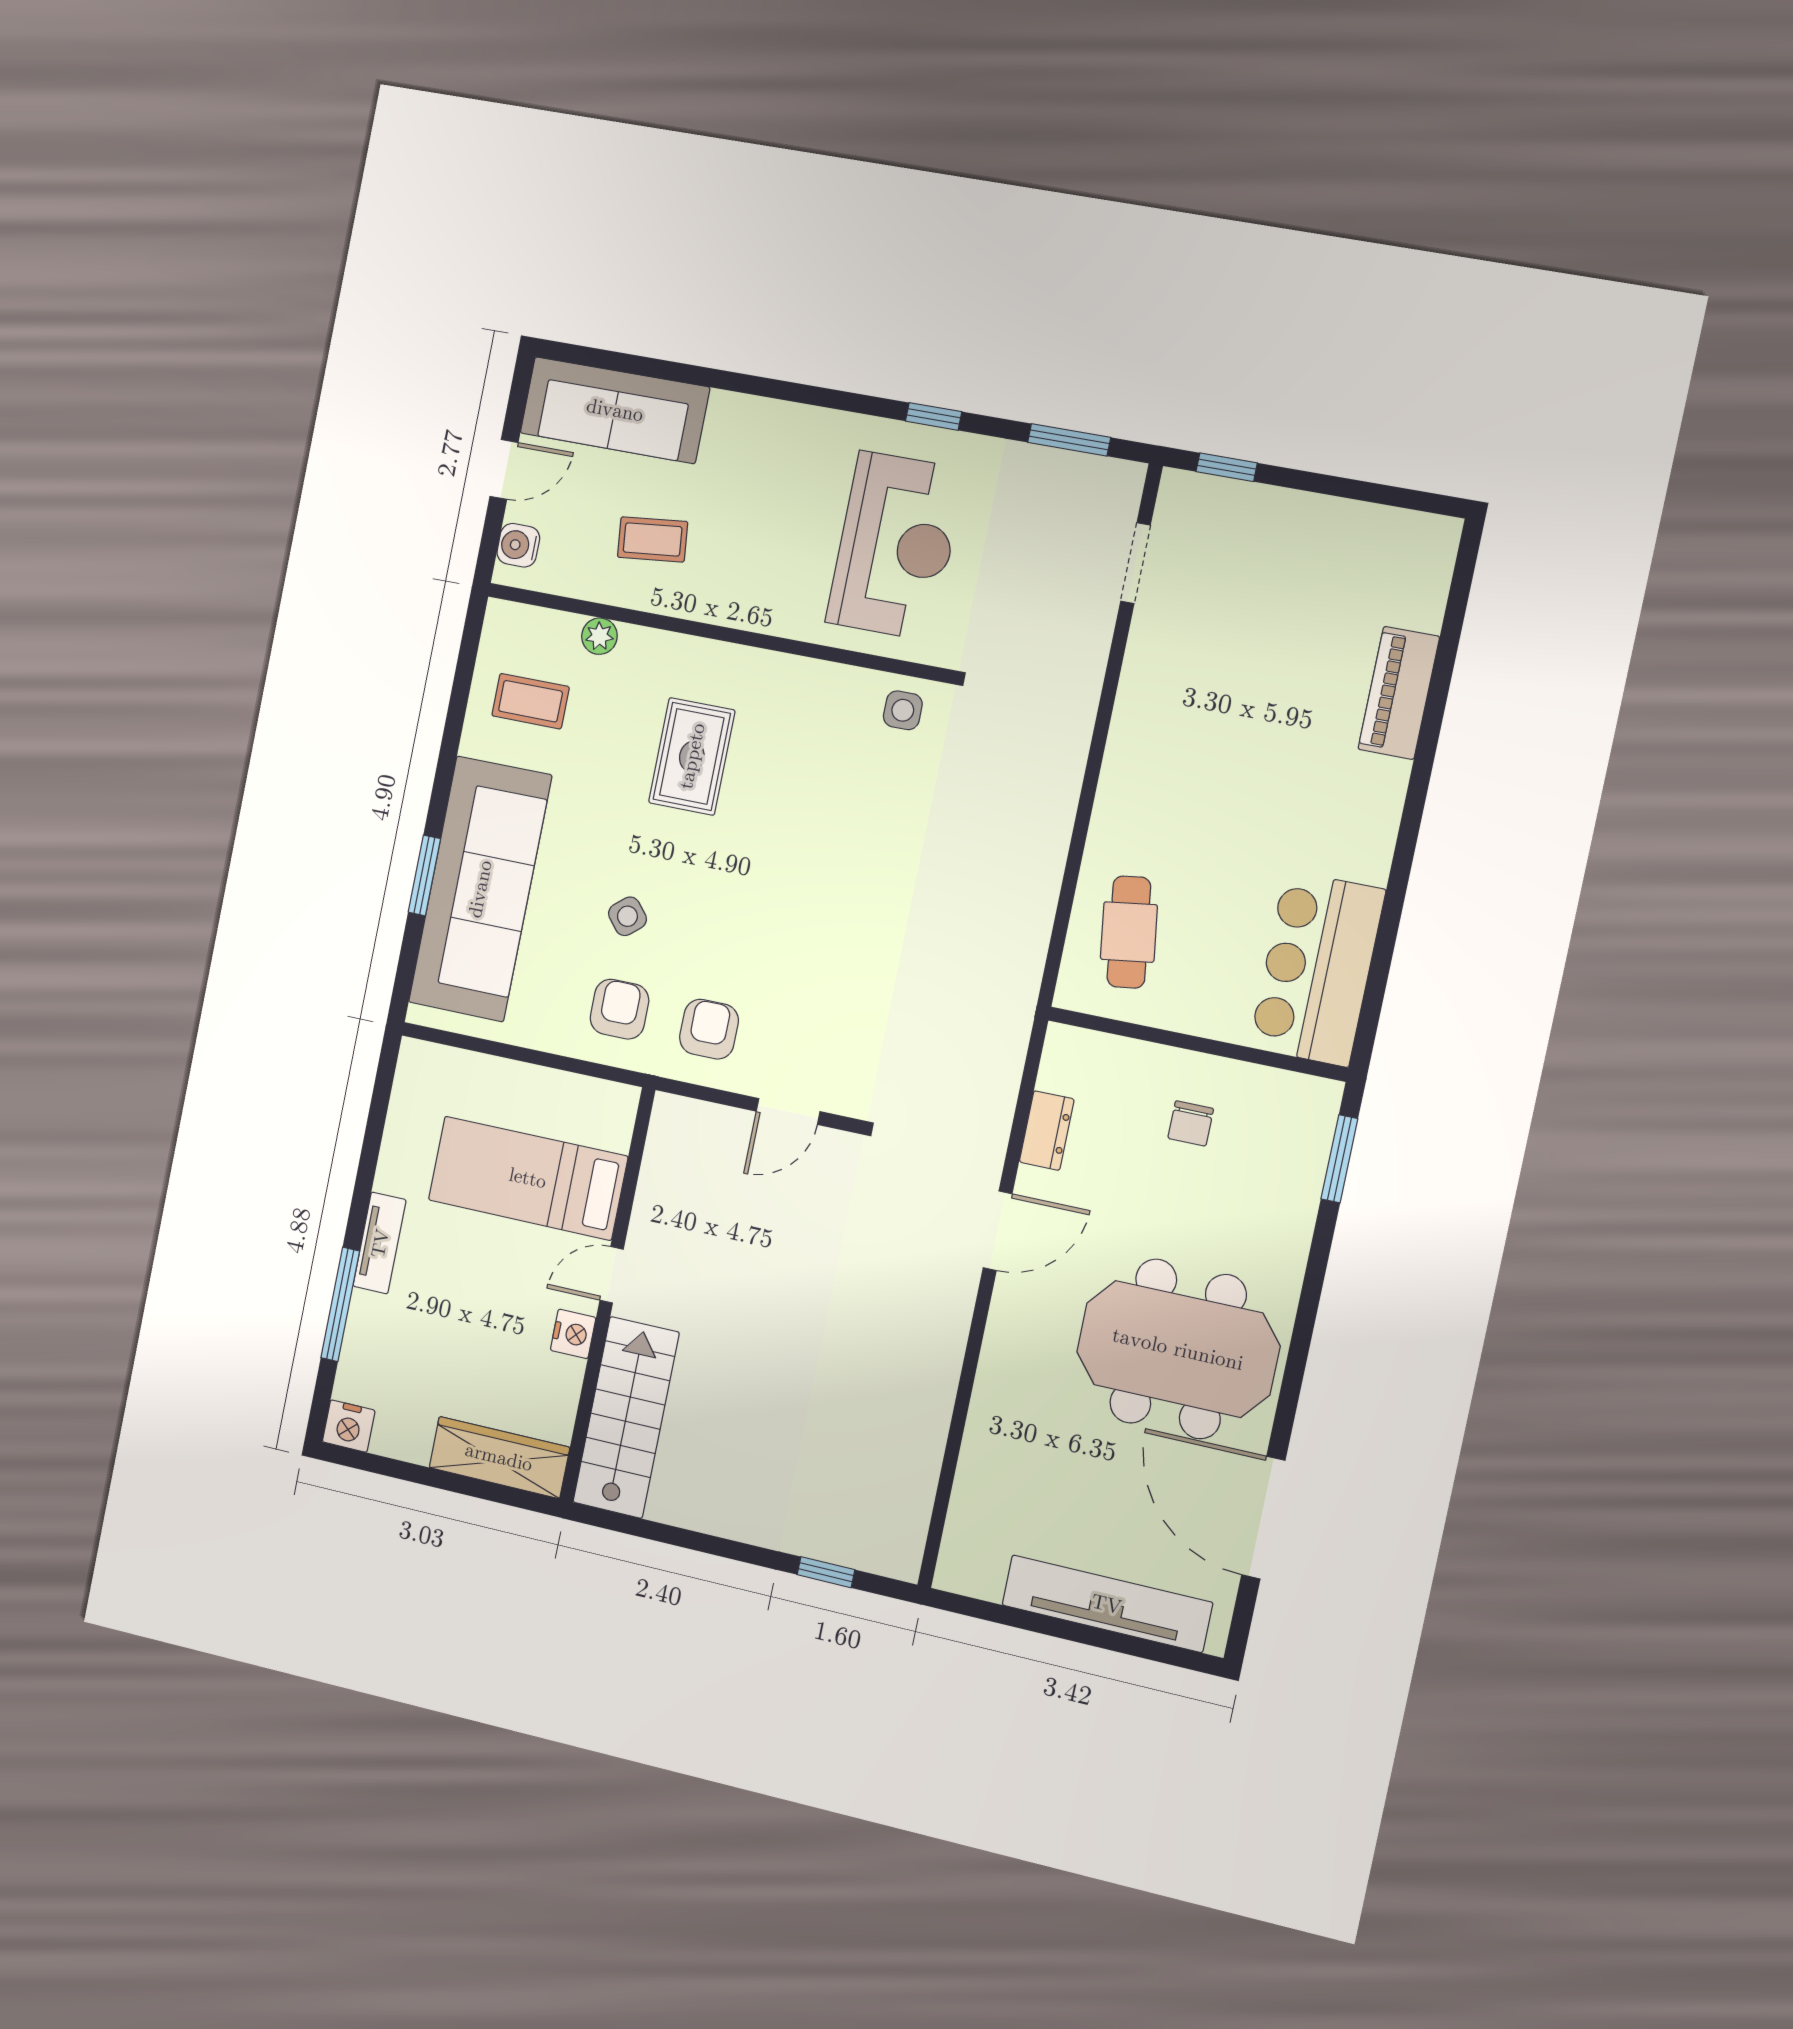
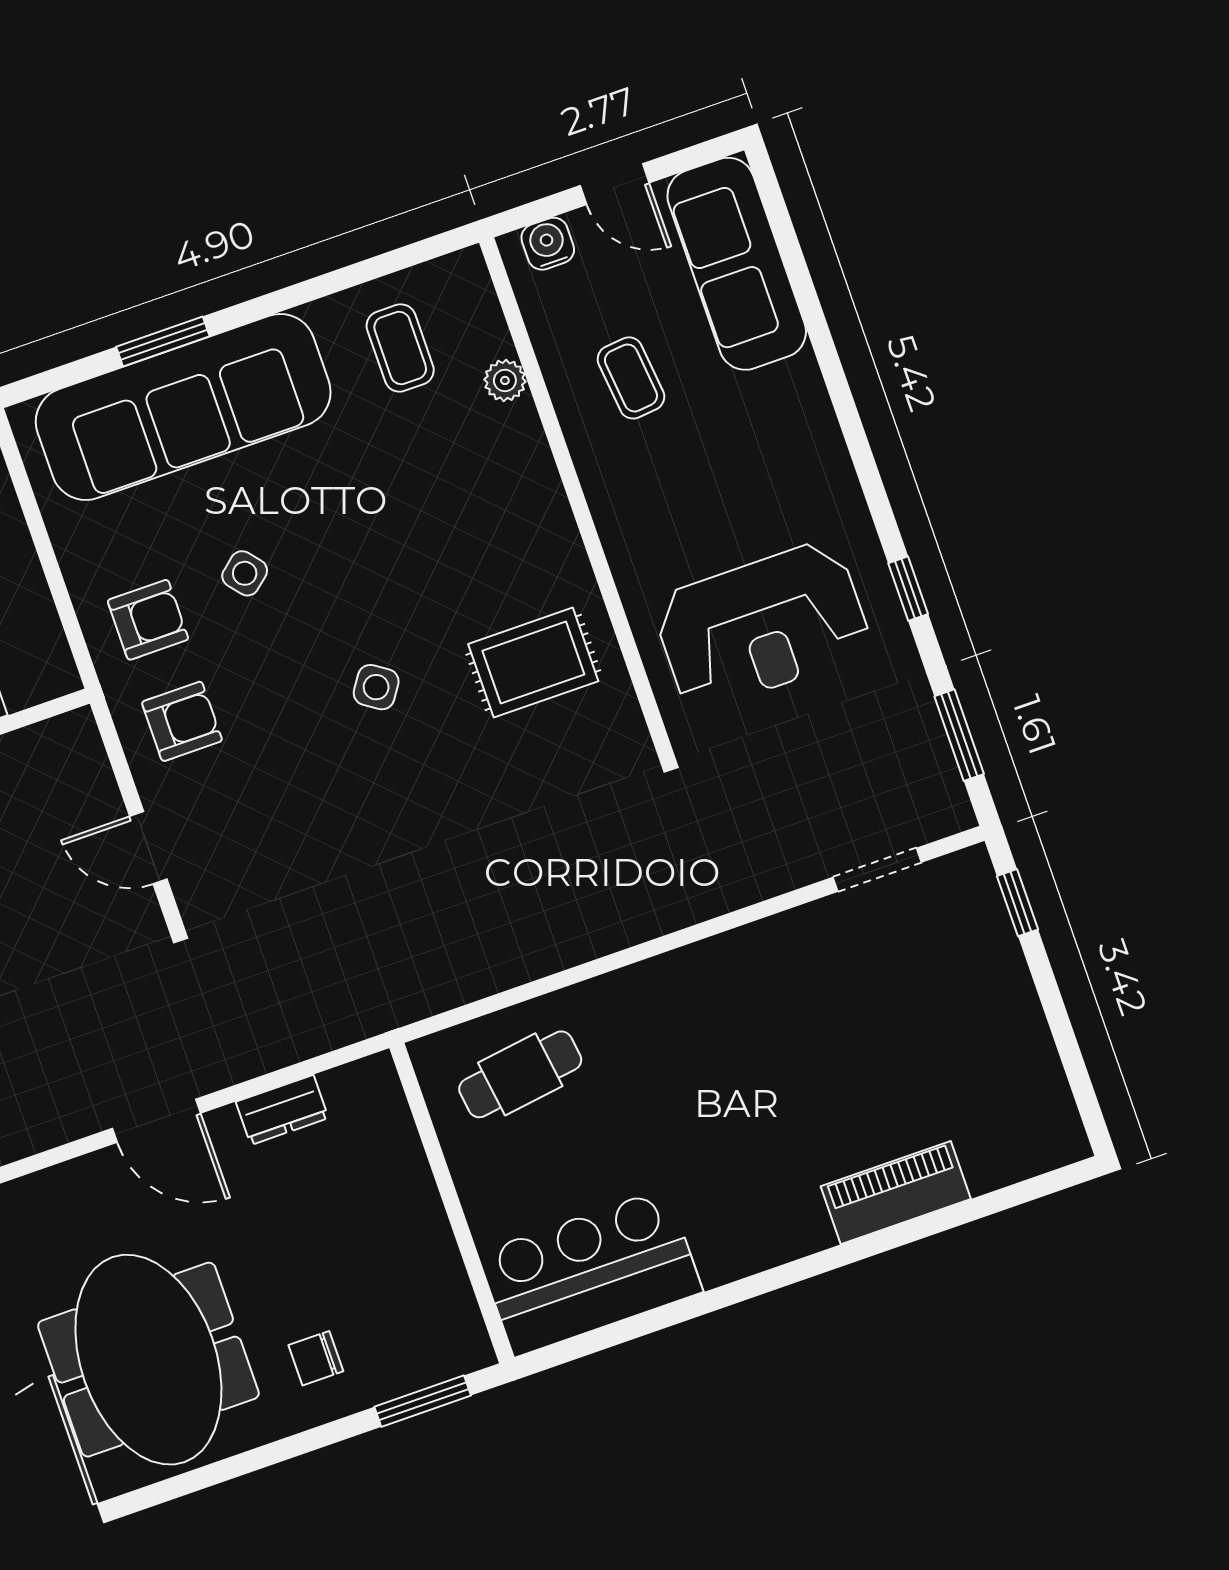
side table: (903, 710) -> (376, 687), moved, turned 34
rug: (692, 756) -> (533, 663), moved
chair: (1191, 1123) -> (316, 1358), moved

